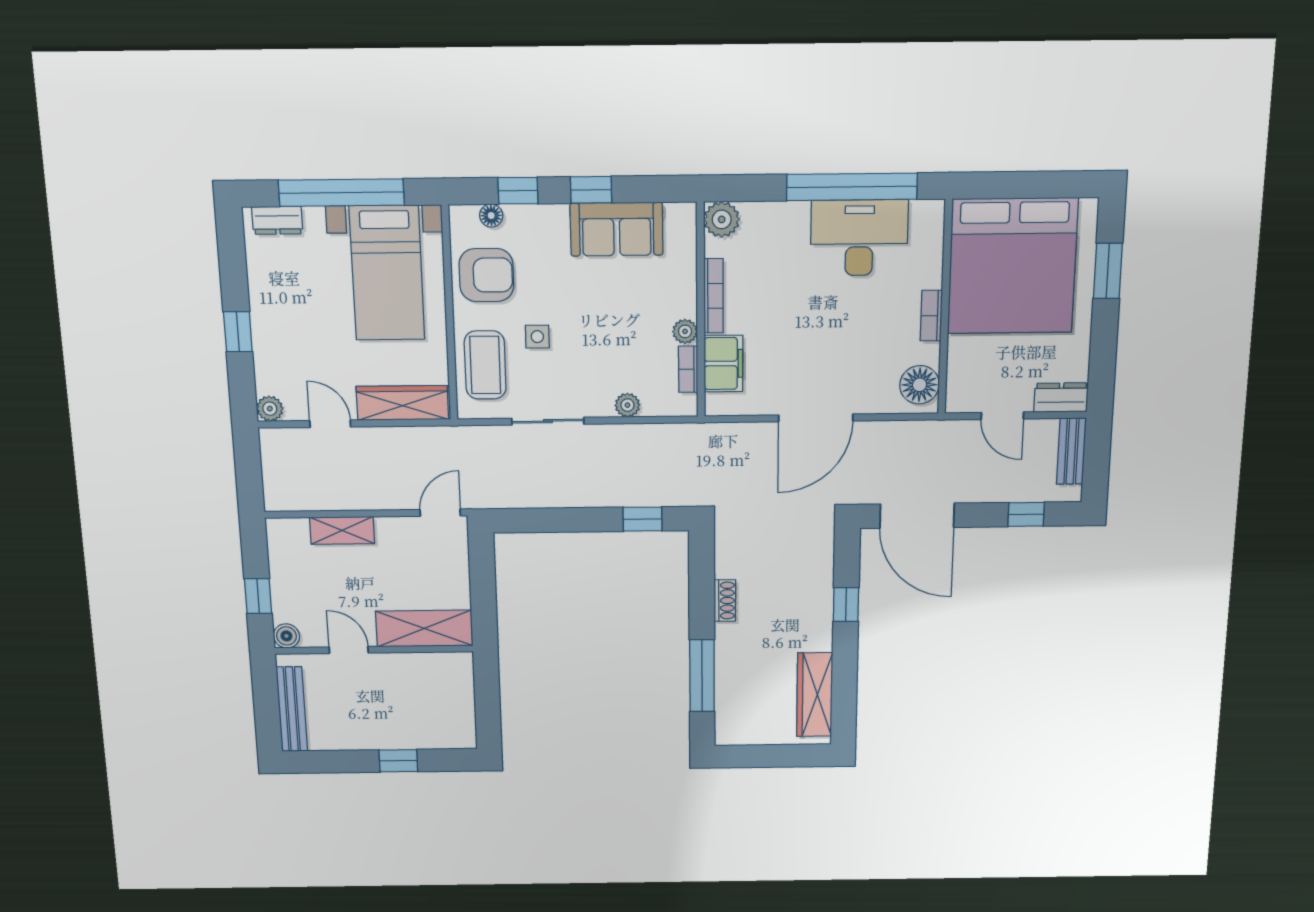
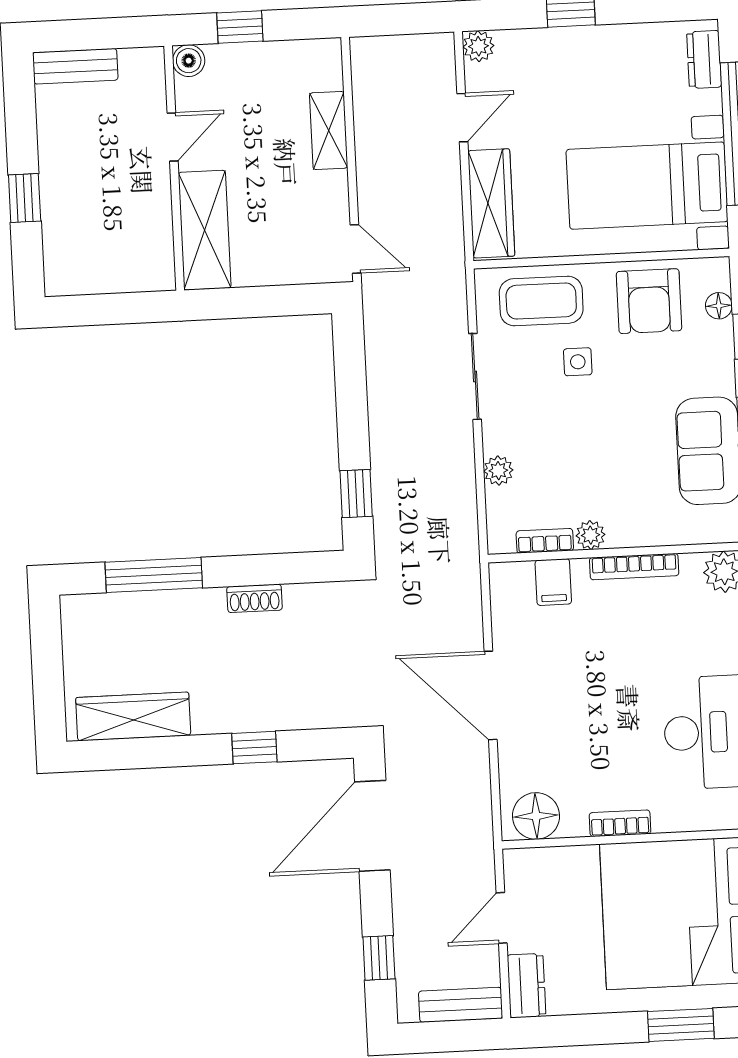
filing cabinet: (723, 364) -> (553, 582), width x0.50
bench: (292, 709) -> (75, 66), width x0.73

